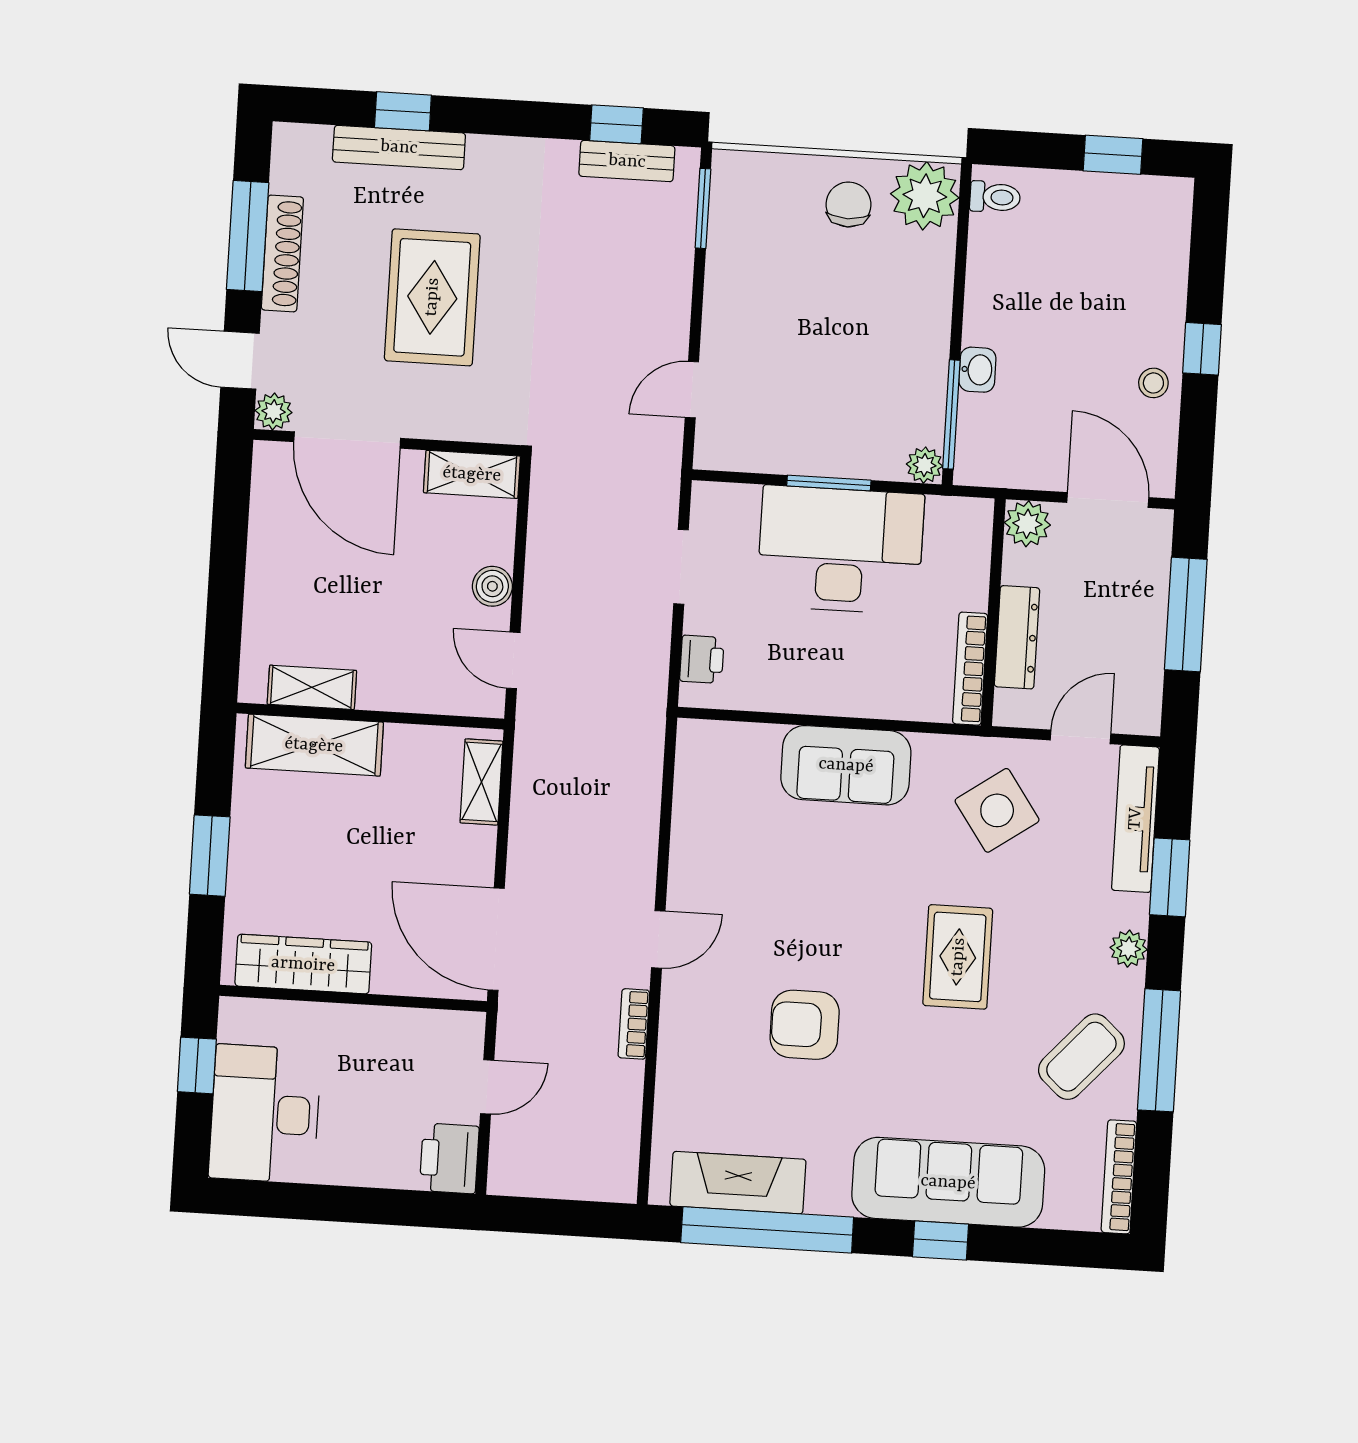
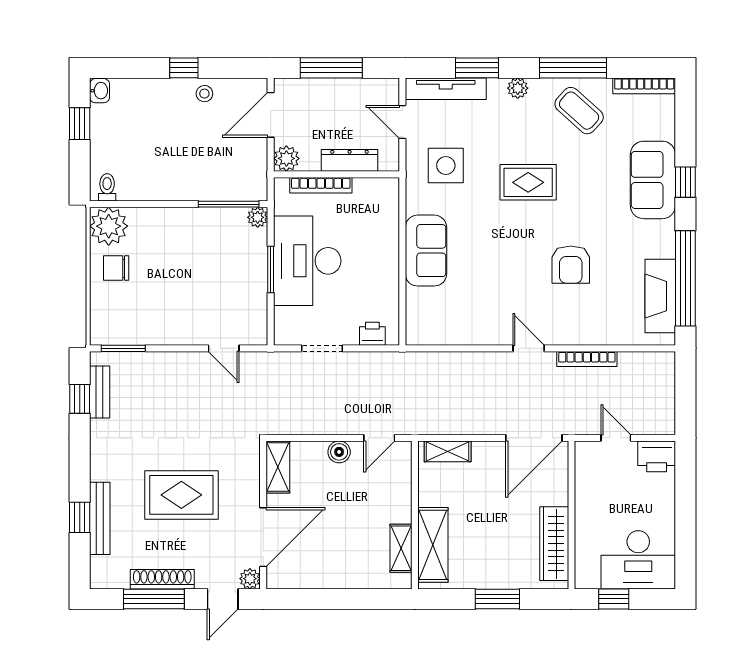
washbasin: (977, 370) -> (100, 91), moved, turned 90
bookcase: (970, 669) -> (321, 185), moved
side table: (997, 810) -> (446, 166), turned 35
bookcase: (634, 1024) -> (587, 359), width x1.56
sofa: (948, 1182) -> (653, 180), width x0.73

